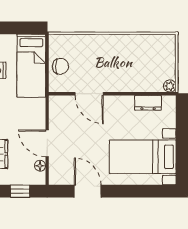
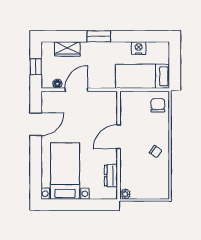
chair: (120, 50) -> (156, 152), added
chair: (60, 66) -> (158, 105), moved, turned 180
door: (89, 94) -> (119, 137), moved

